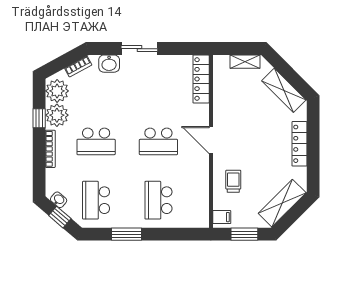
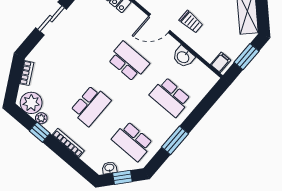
washbasin: (109, 64) -> (183, 57), moved, turned 90
plant: (57, 115) -> (41, 118), width x0.53, depth x0.53
school desk: (158, 141) -> (128, 61), turned -90
trolley: (233, 181) -> (191, 22), moved, turned 180

